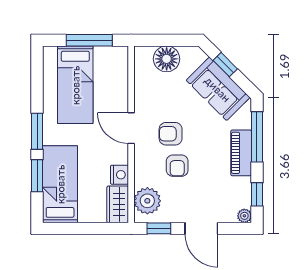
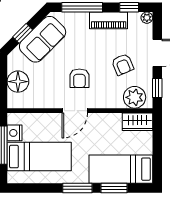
piano: (241, 153) -> (109, 20), moved
armchair: (177, 166) -> (123, 64), moved, turned 67
nightstand: (119, 175) -> (15, 133), moved, turned -90

